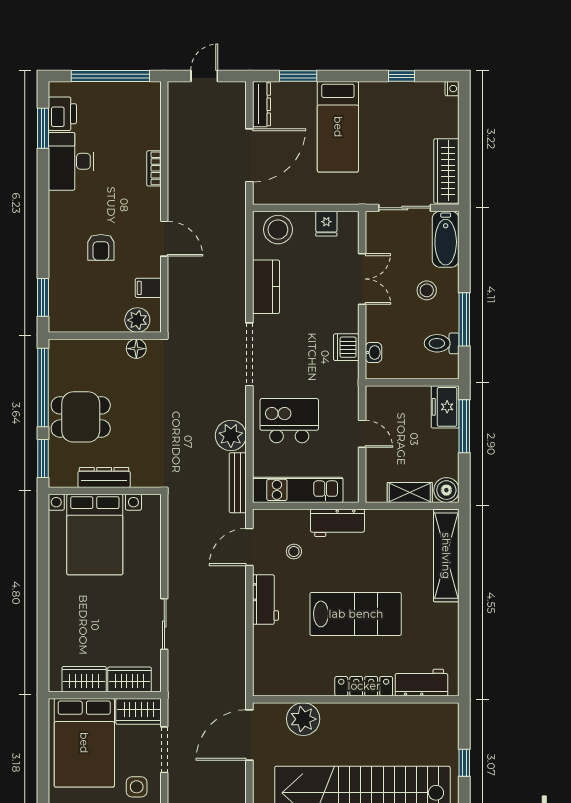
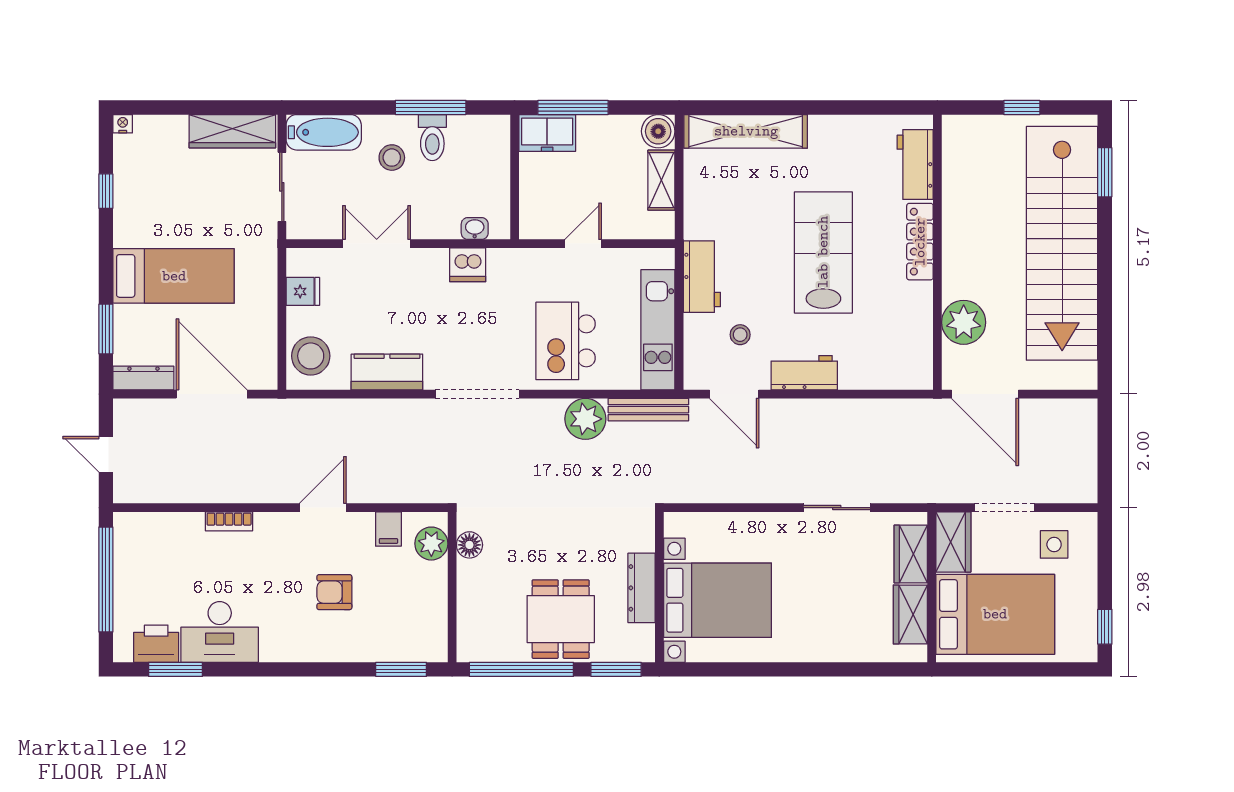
armchair: (101, 247) -> (334, 592), turned 180
toilet: (442, 343) -> (432, 138), moved

